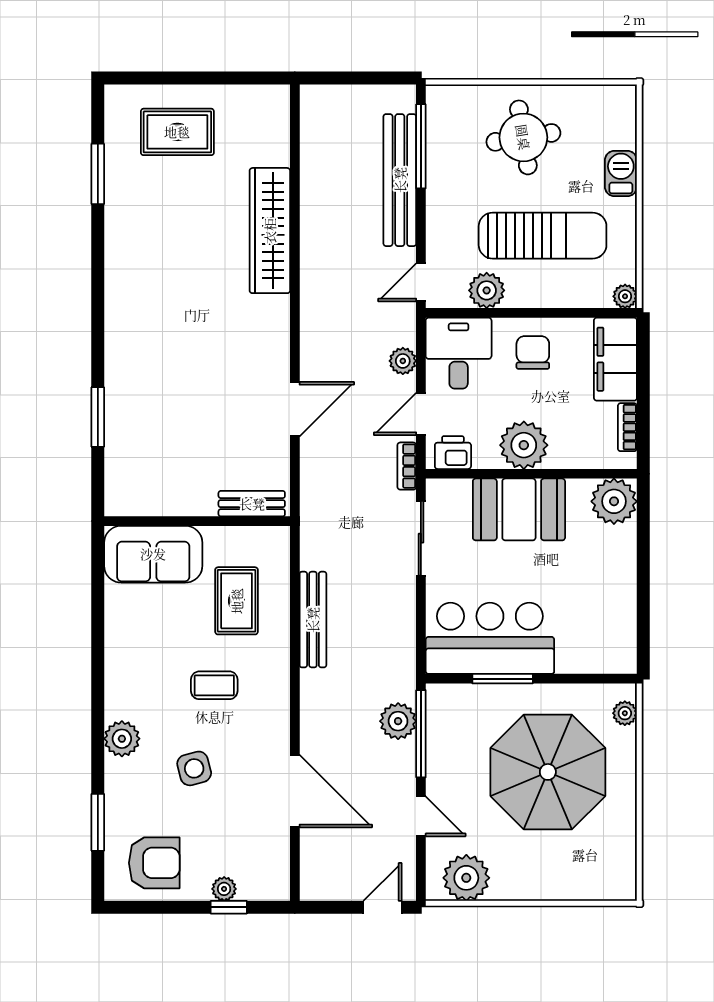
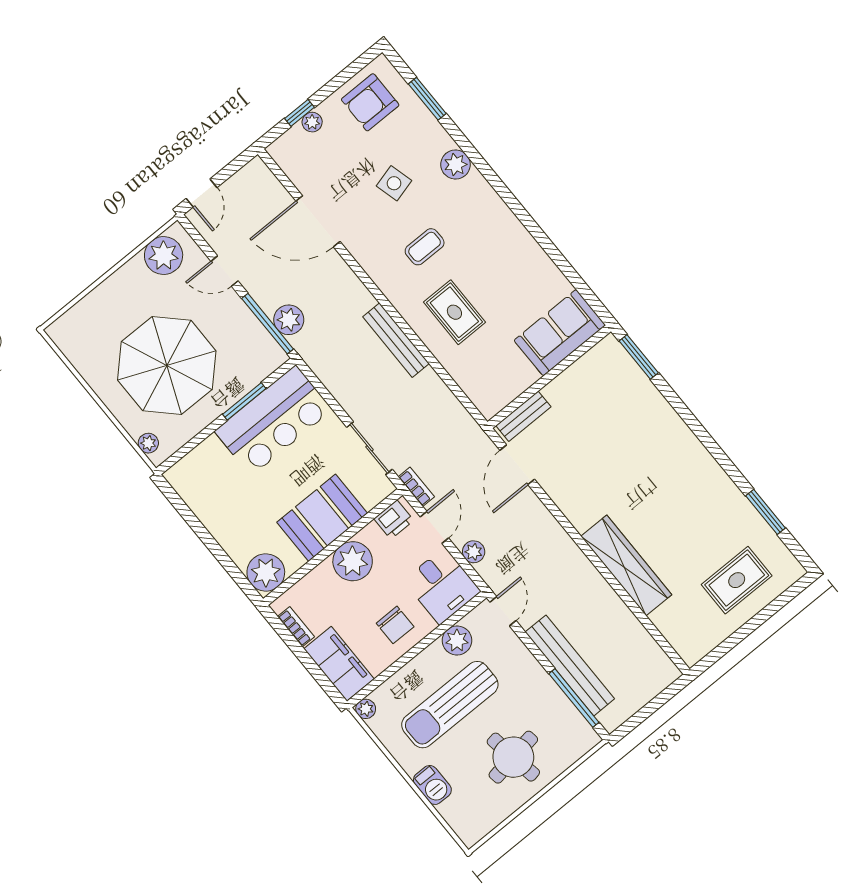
bench: (252, 504) -> (523, 416), moved
wall: (197, 521) -> (549, 377), moved
sofa: (153, 554) -> (560, 333), moved

